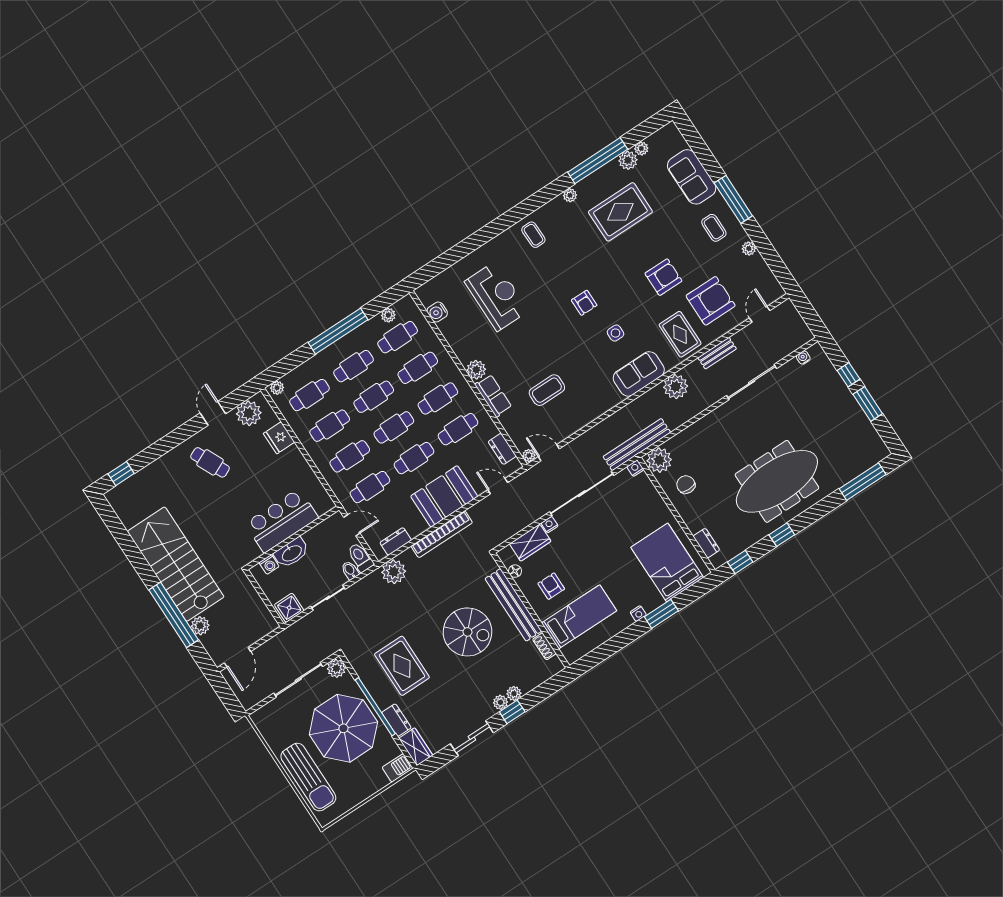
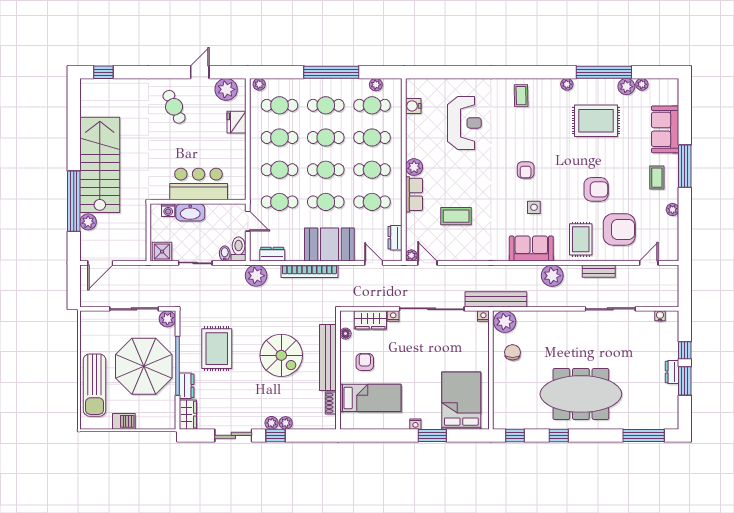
dresser: (706, 543) -> (672, 372), moved, turned 180
barbecue: (398, 768) -> (124, 421), moved

